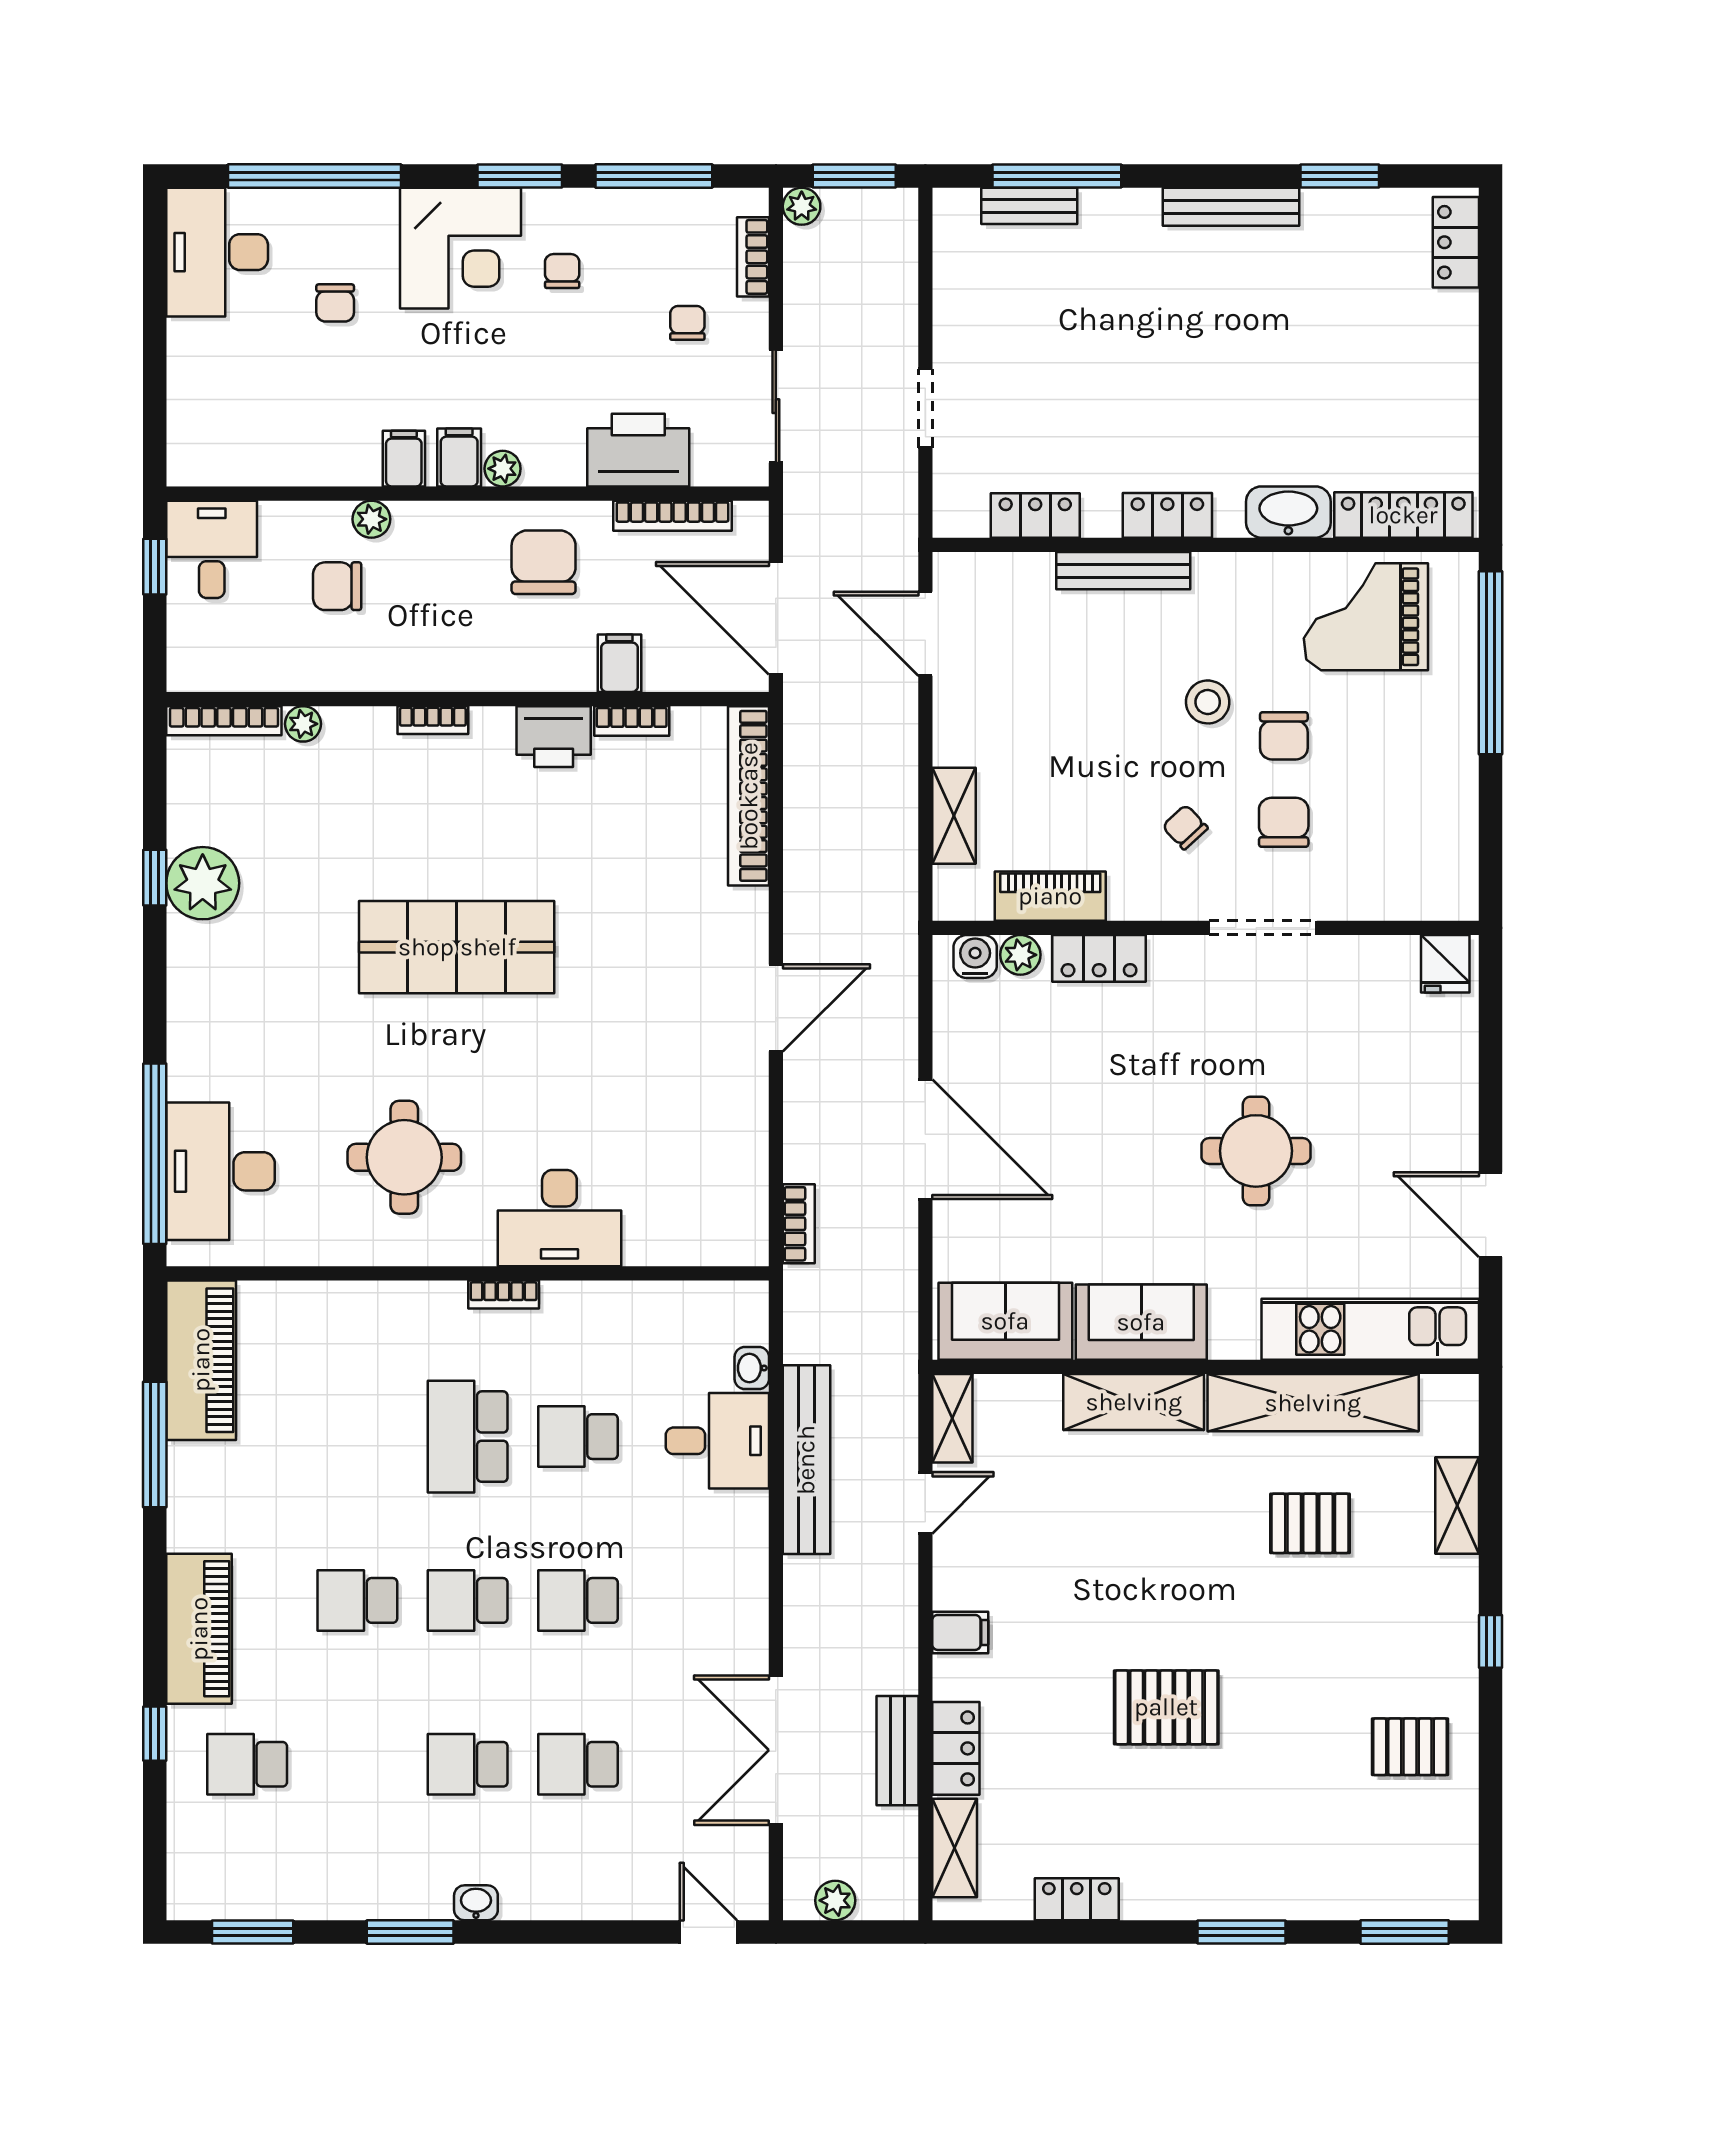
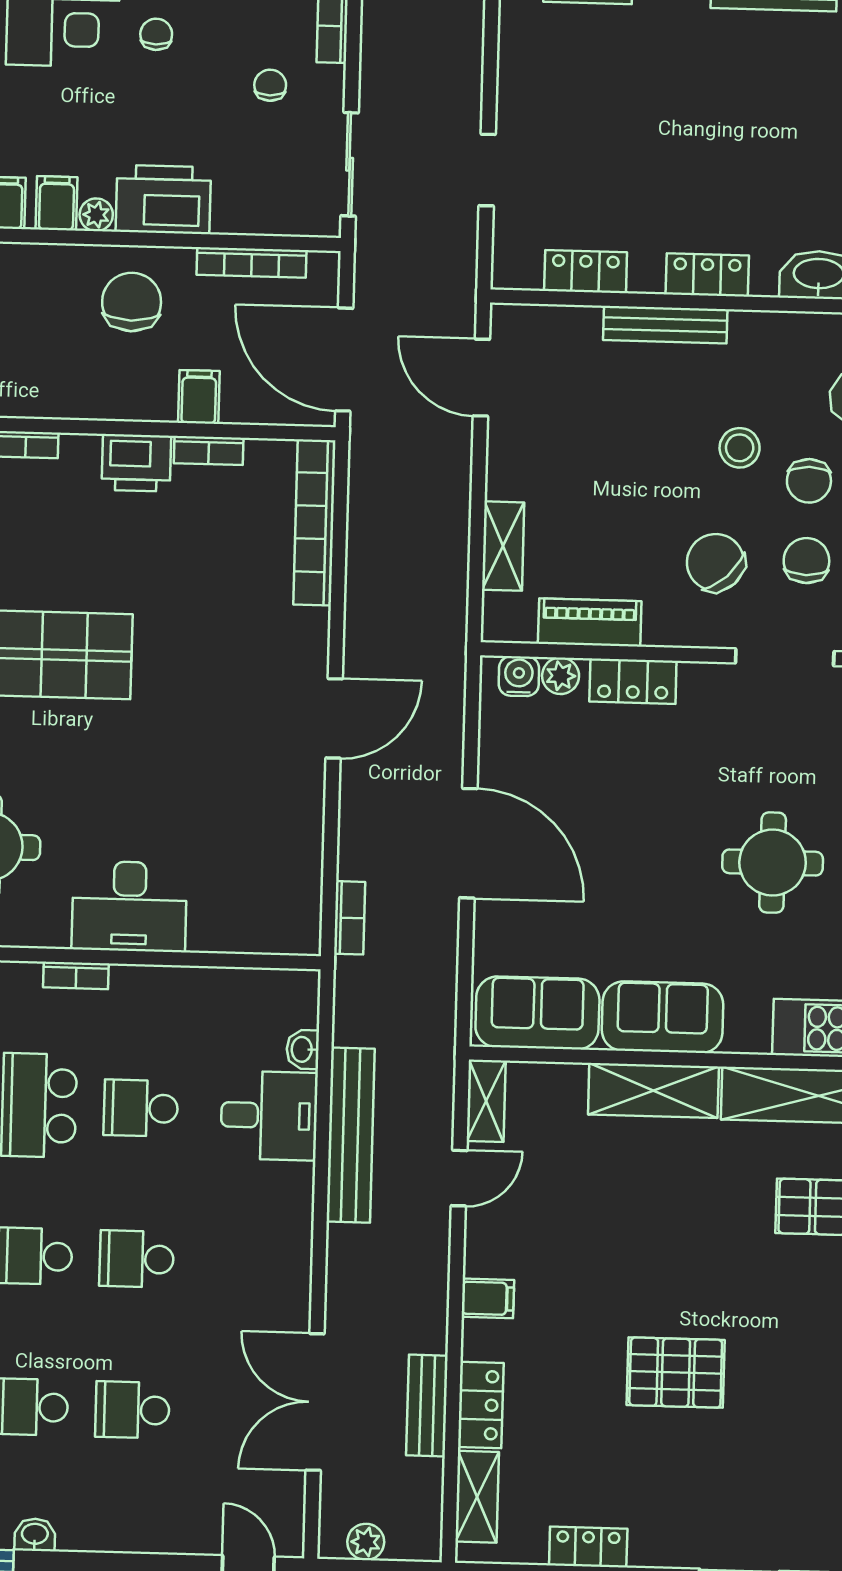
printer: (638, 450) -> (163, 199), moved
chair: (1185, 827) -> (716, 562), width x1.87, depth x1.87

